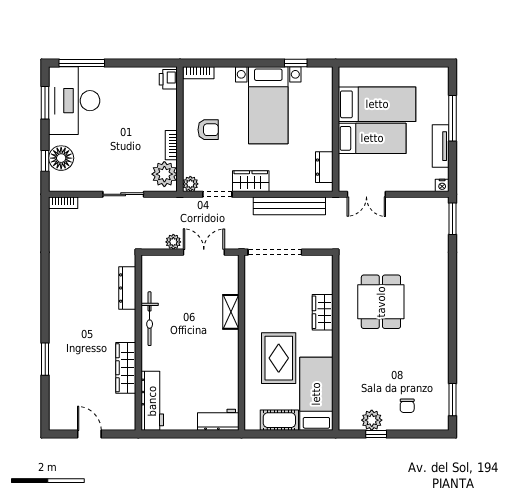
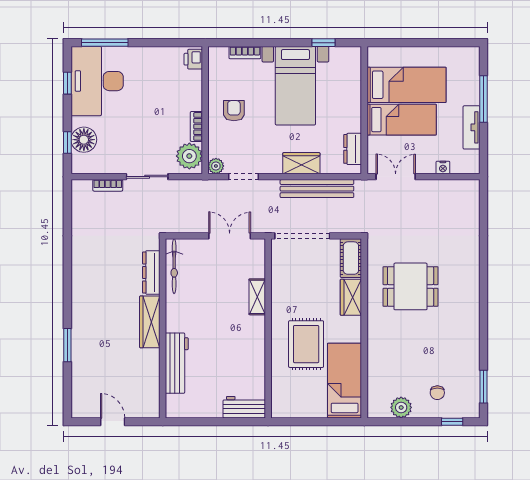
bookcase: (198, 73) -> (245, 53), moved
window: (45, 103) -> (67, 83), width x0.67
armchair: (208, 130) -> (234, 111), turned -90
wardrobe: (251, 181) -> (301, 163), moved
nightstand: (442, 185) -> (443, 167), moved
double door: (366, 194) -> (396, 177), swing flipped
bookcase: (63, 203) -> (108, 185), moved
window: (452, 219) -> (484, 202), removed
plant: (173, 242) -> (198, 225), removed
dining table: (381, 302) -> (411, 286), turned 90
bicycle: (150, 319) -> (174, 266), moved
wardrobe: (126, 368) -> (150, 322), moved
workbench: (152, 401) -> (177, 363), moved
cot: (279, 420) -> (351, 258), moved, turned 90
window: (376, 434) -> (452, 422), moved

